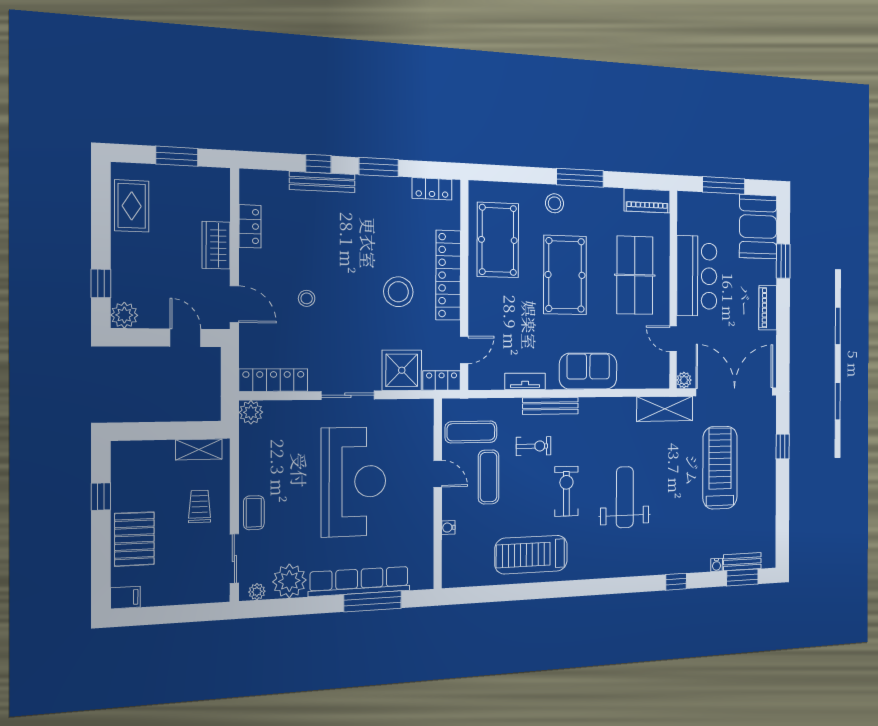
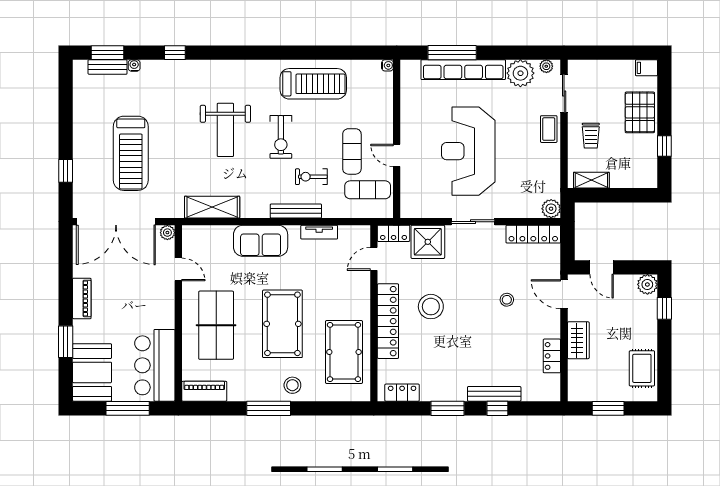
bar counter: (697, 276) -> (155, 365), moved
shelving: (665, 409) -> (212, 207), moved
water cooler: (448, 528) -> (387, 65), moved

